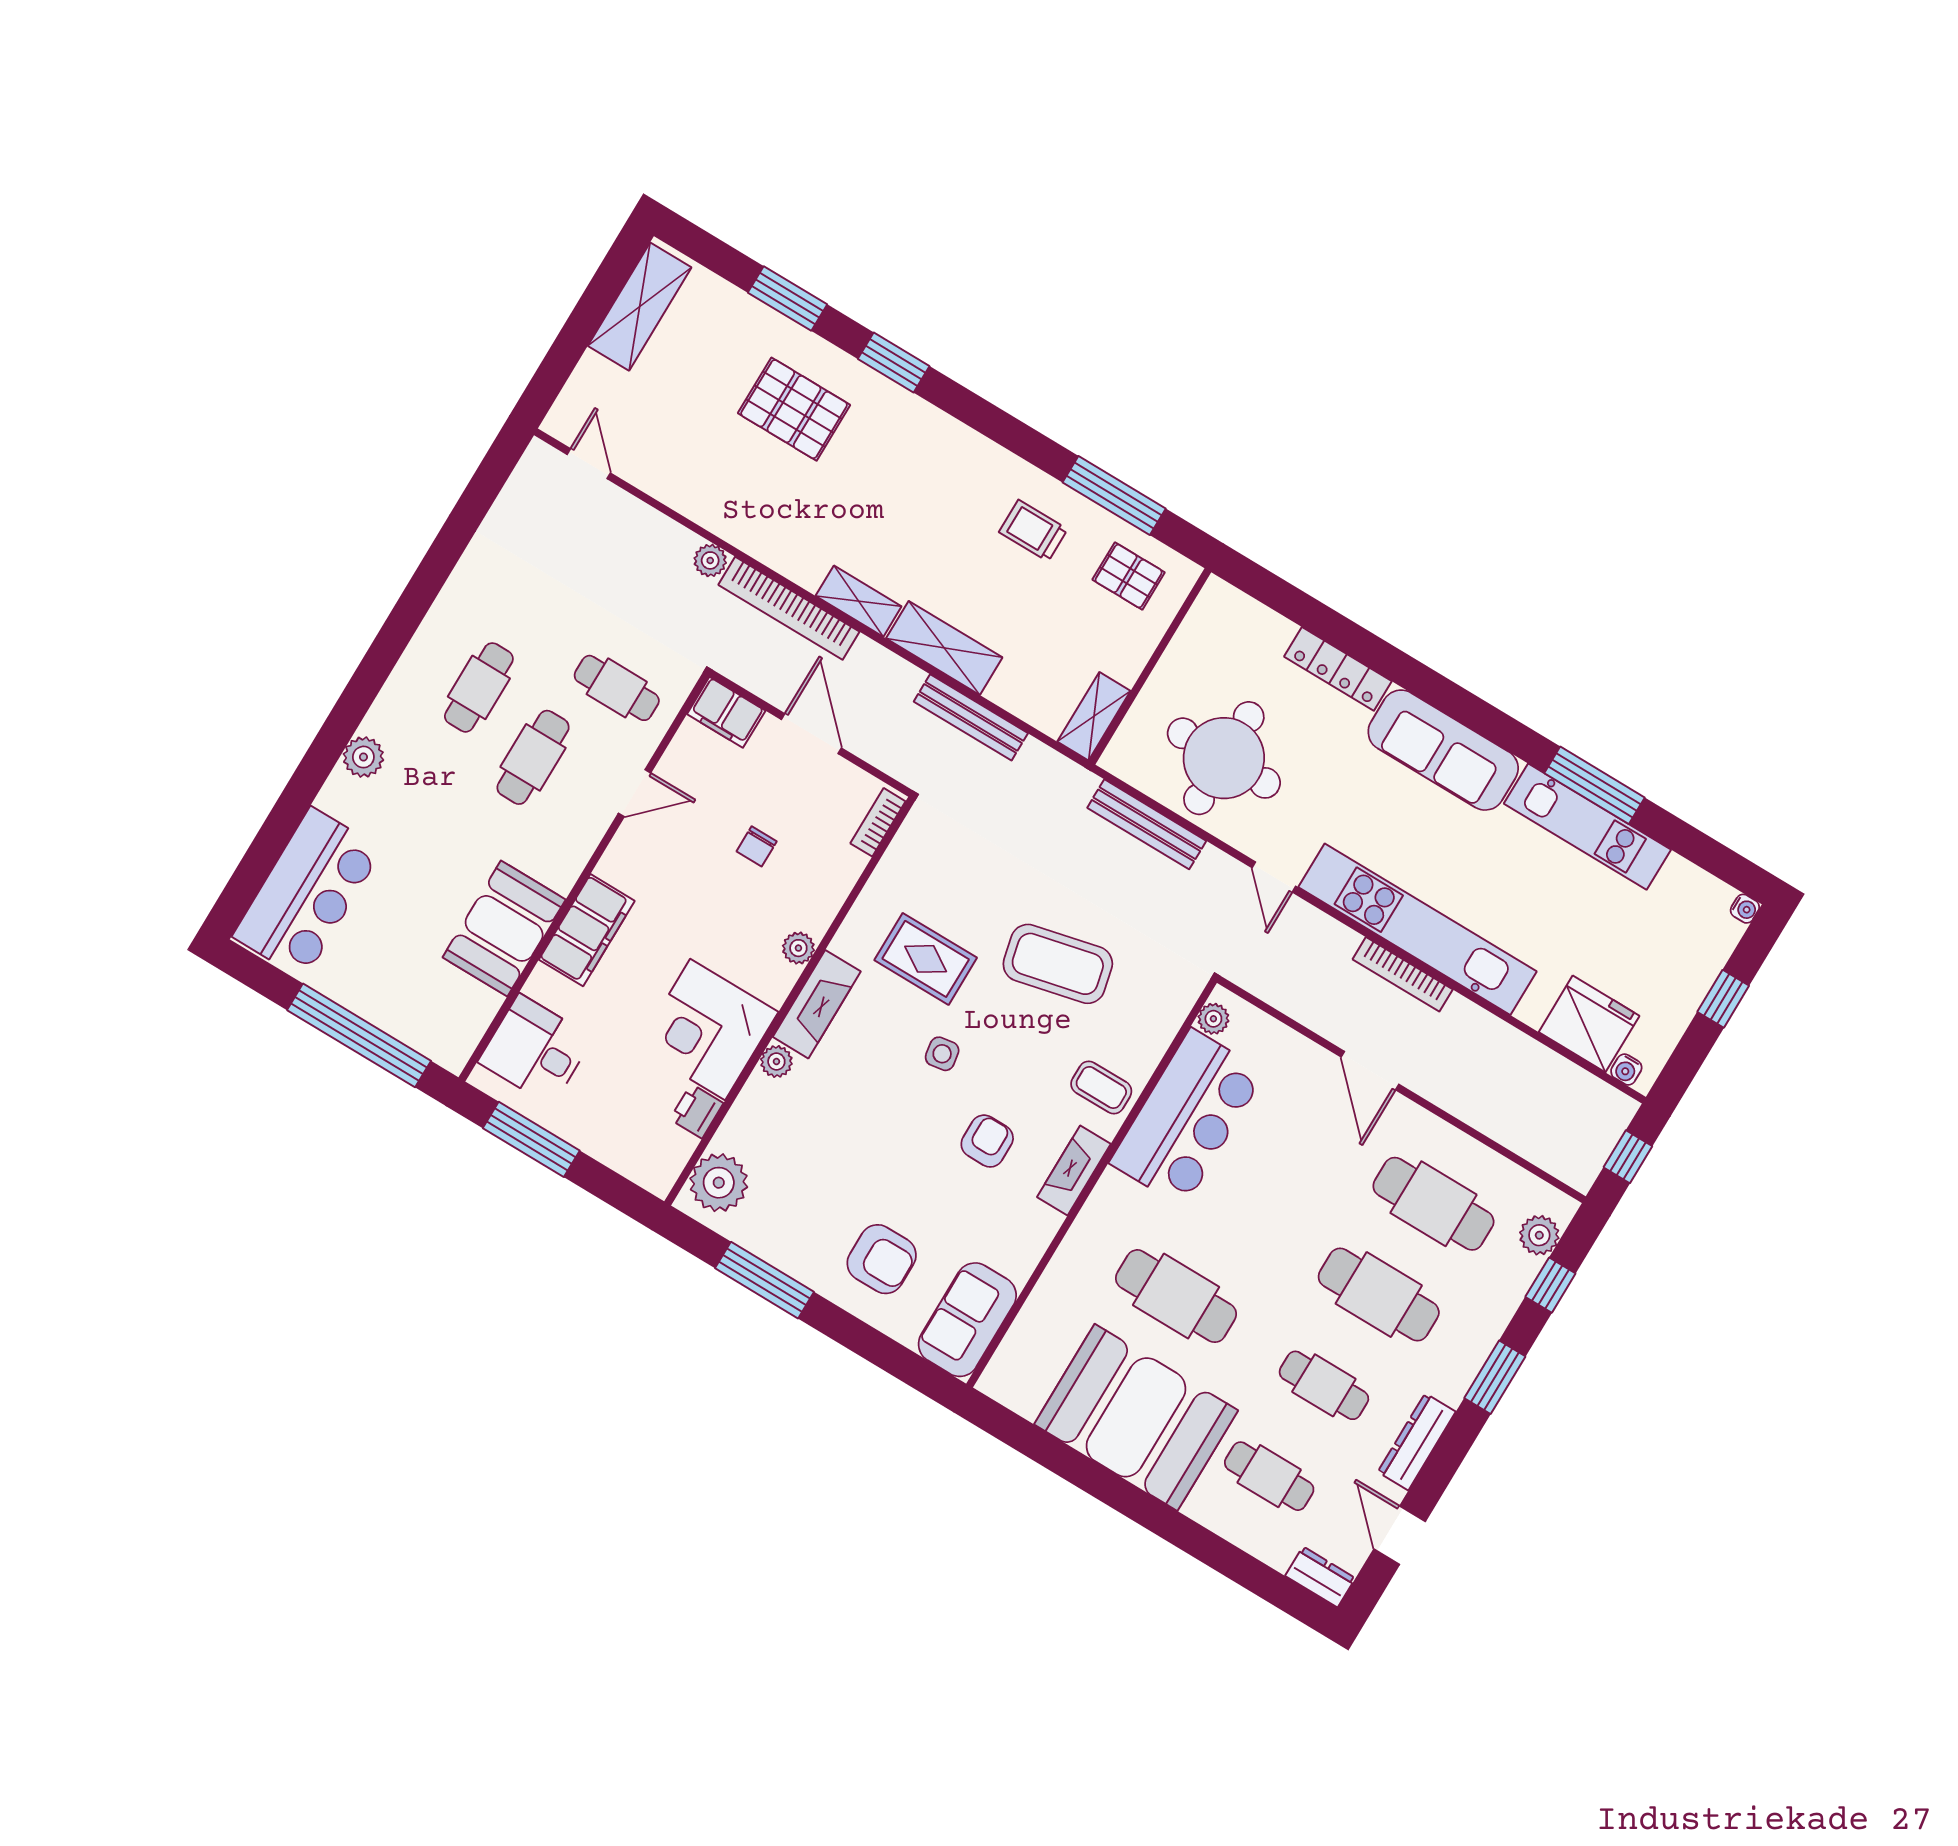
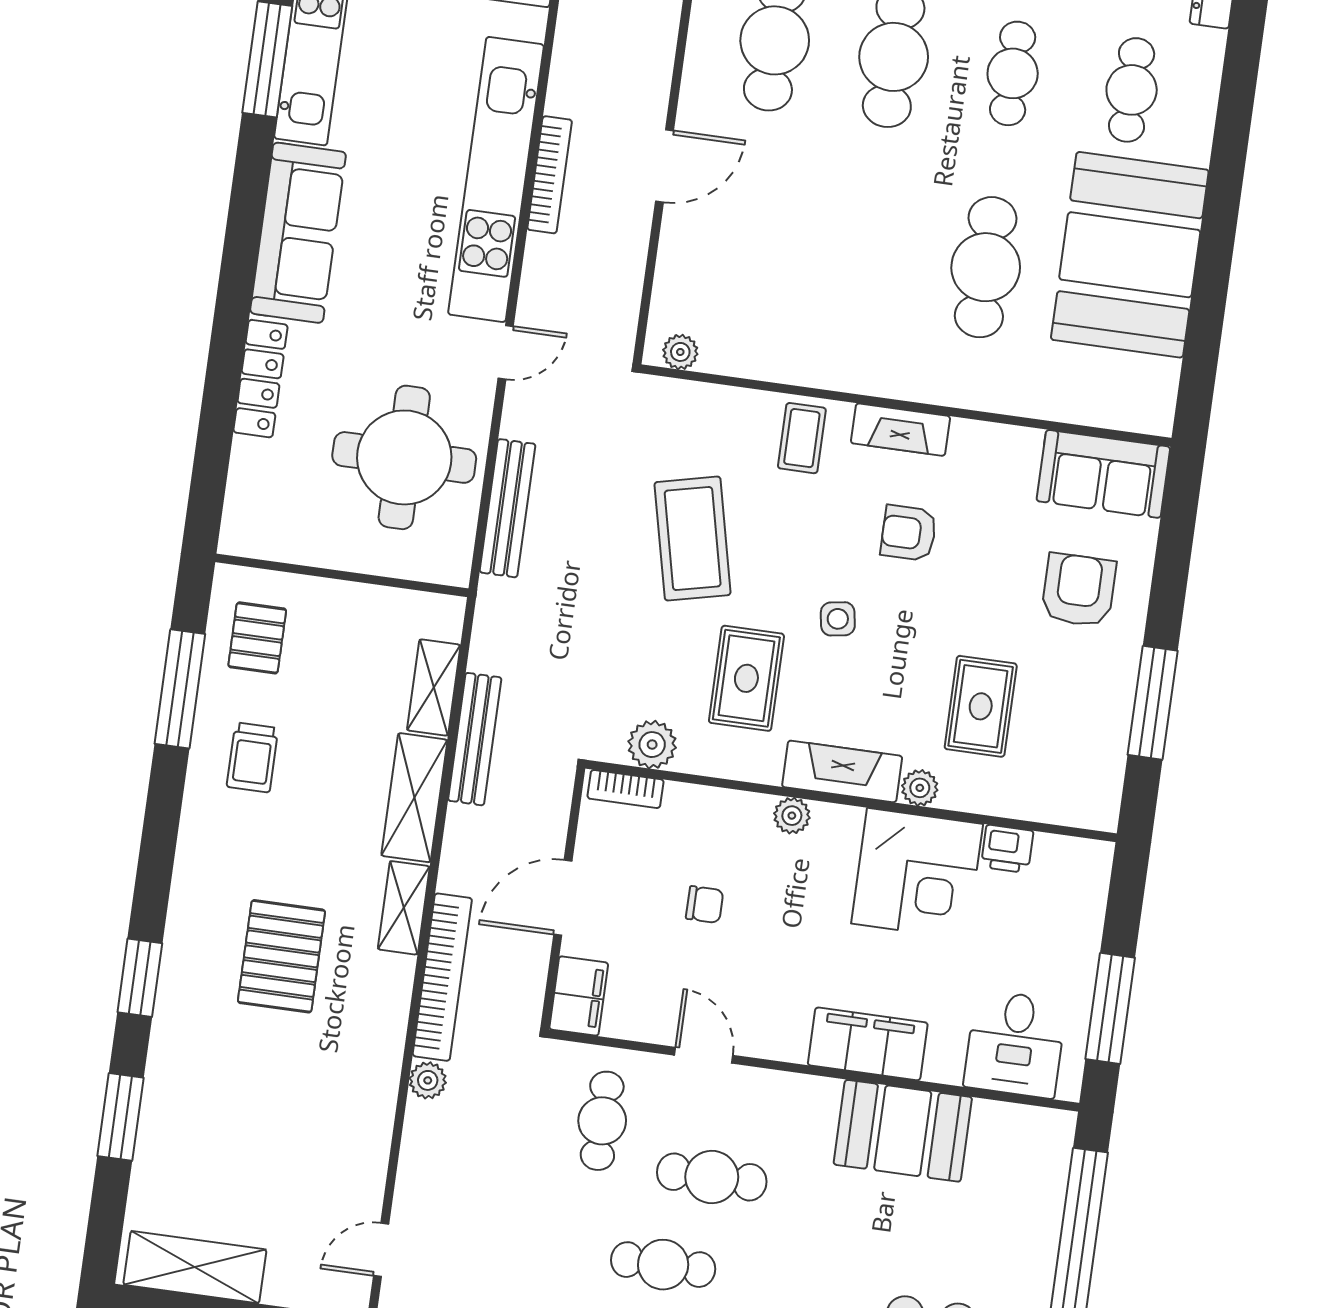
pallet: (794, 409) -> (281, 956), moved
shelving: (1094, 716) -> (434, 688), moved, turned 90
bar counter: (1187, 1118) -> (795, 335), removed
rug: (821, 1139) -> (981, 706), added
plant: (719, 1183) -> (652, 745), moved, width x0.73, depth x0.73

